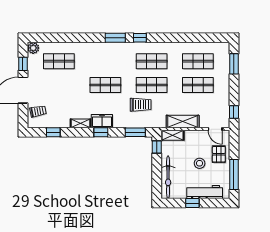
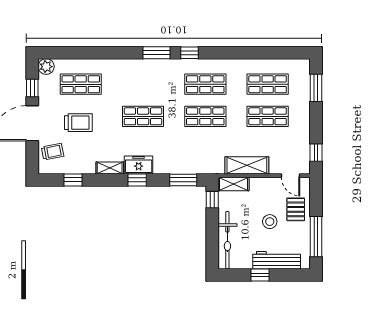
trolley: (141, 105) -> (78, 123), moved

